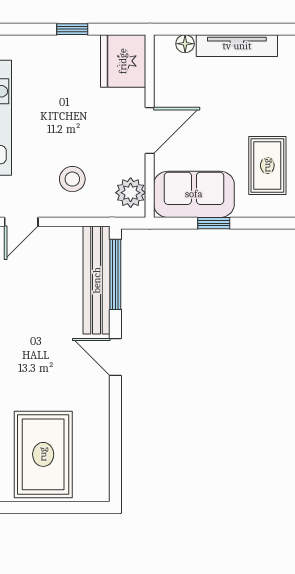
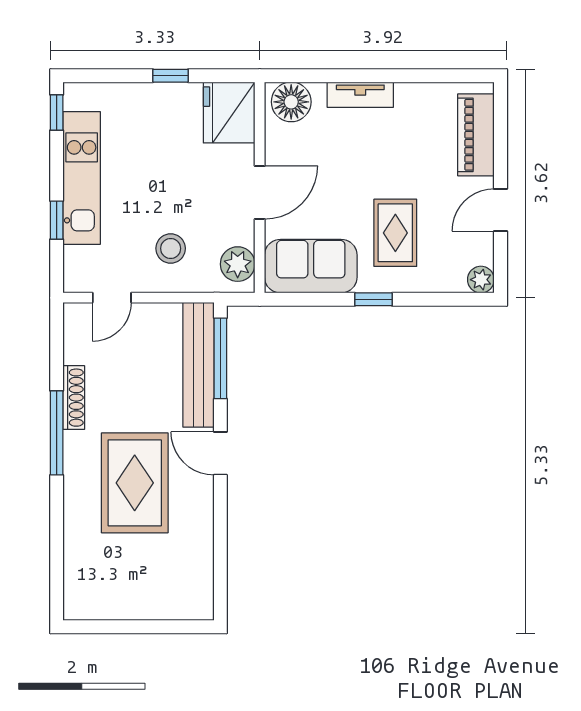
floor lamp: (185, 44) -> (291, 102), width x1.89, depth x1.89
tv unit: (237, 46) -> (360, 95), width x0.71
window: (214, 223) -> (374, 299), moved
rug: (43, 454) -> (135, 483), moved

